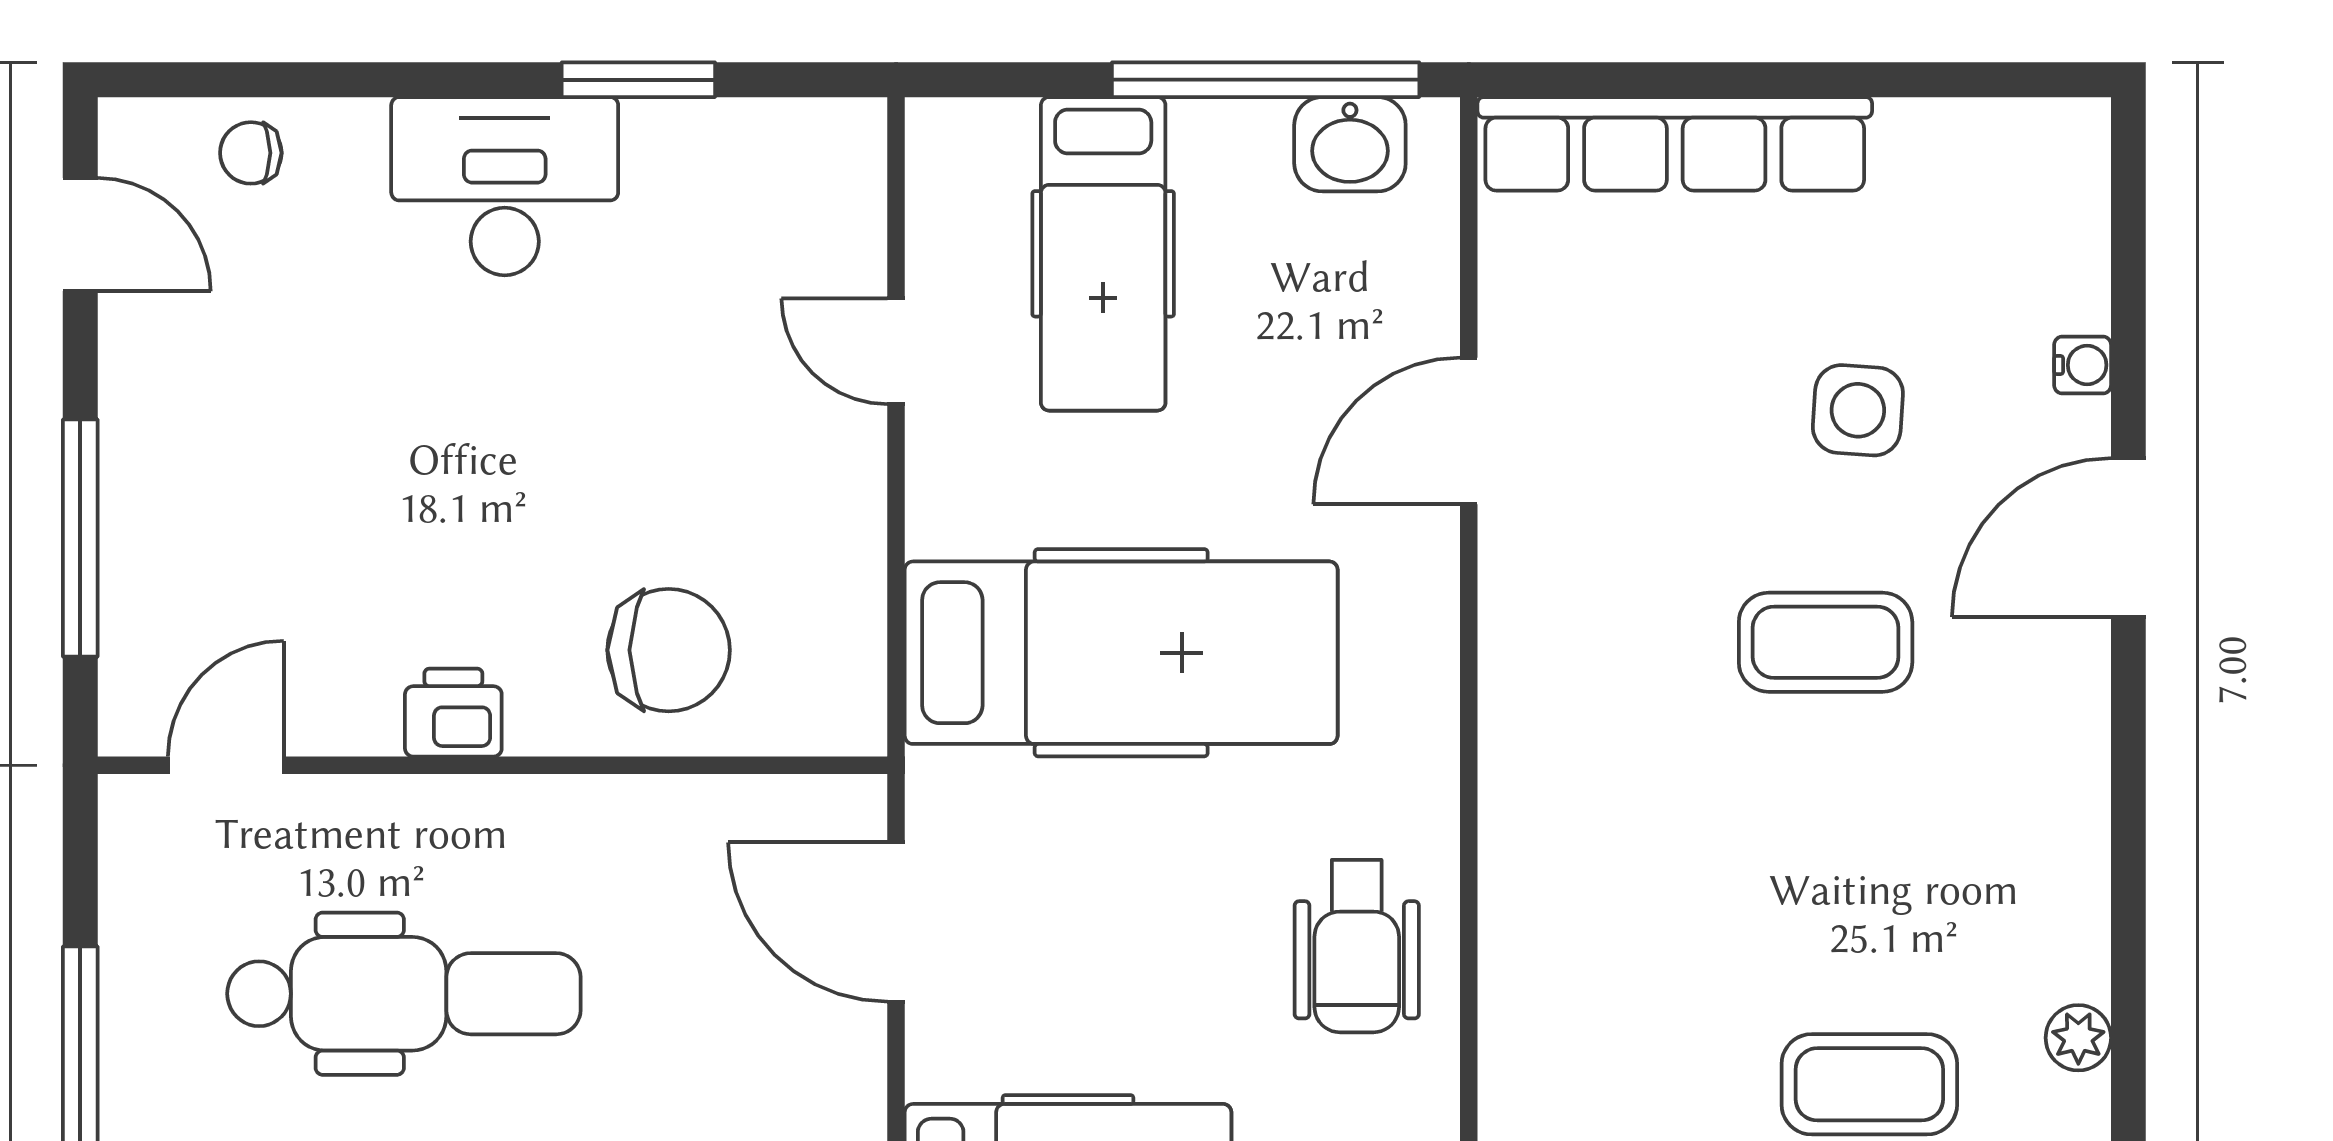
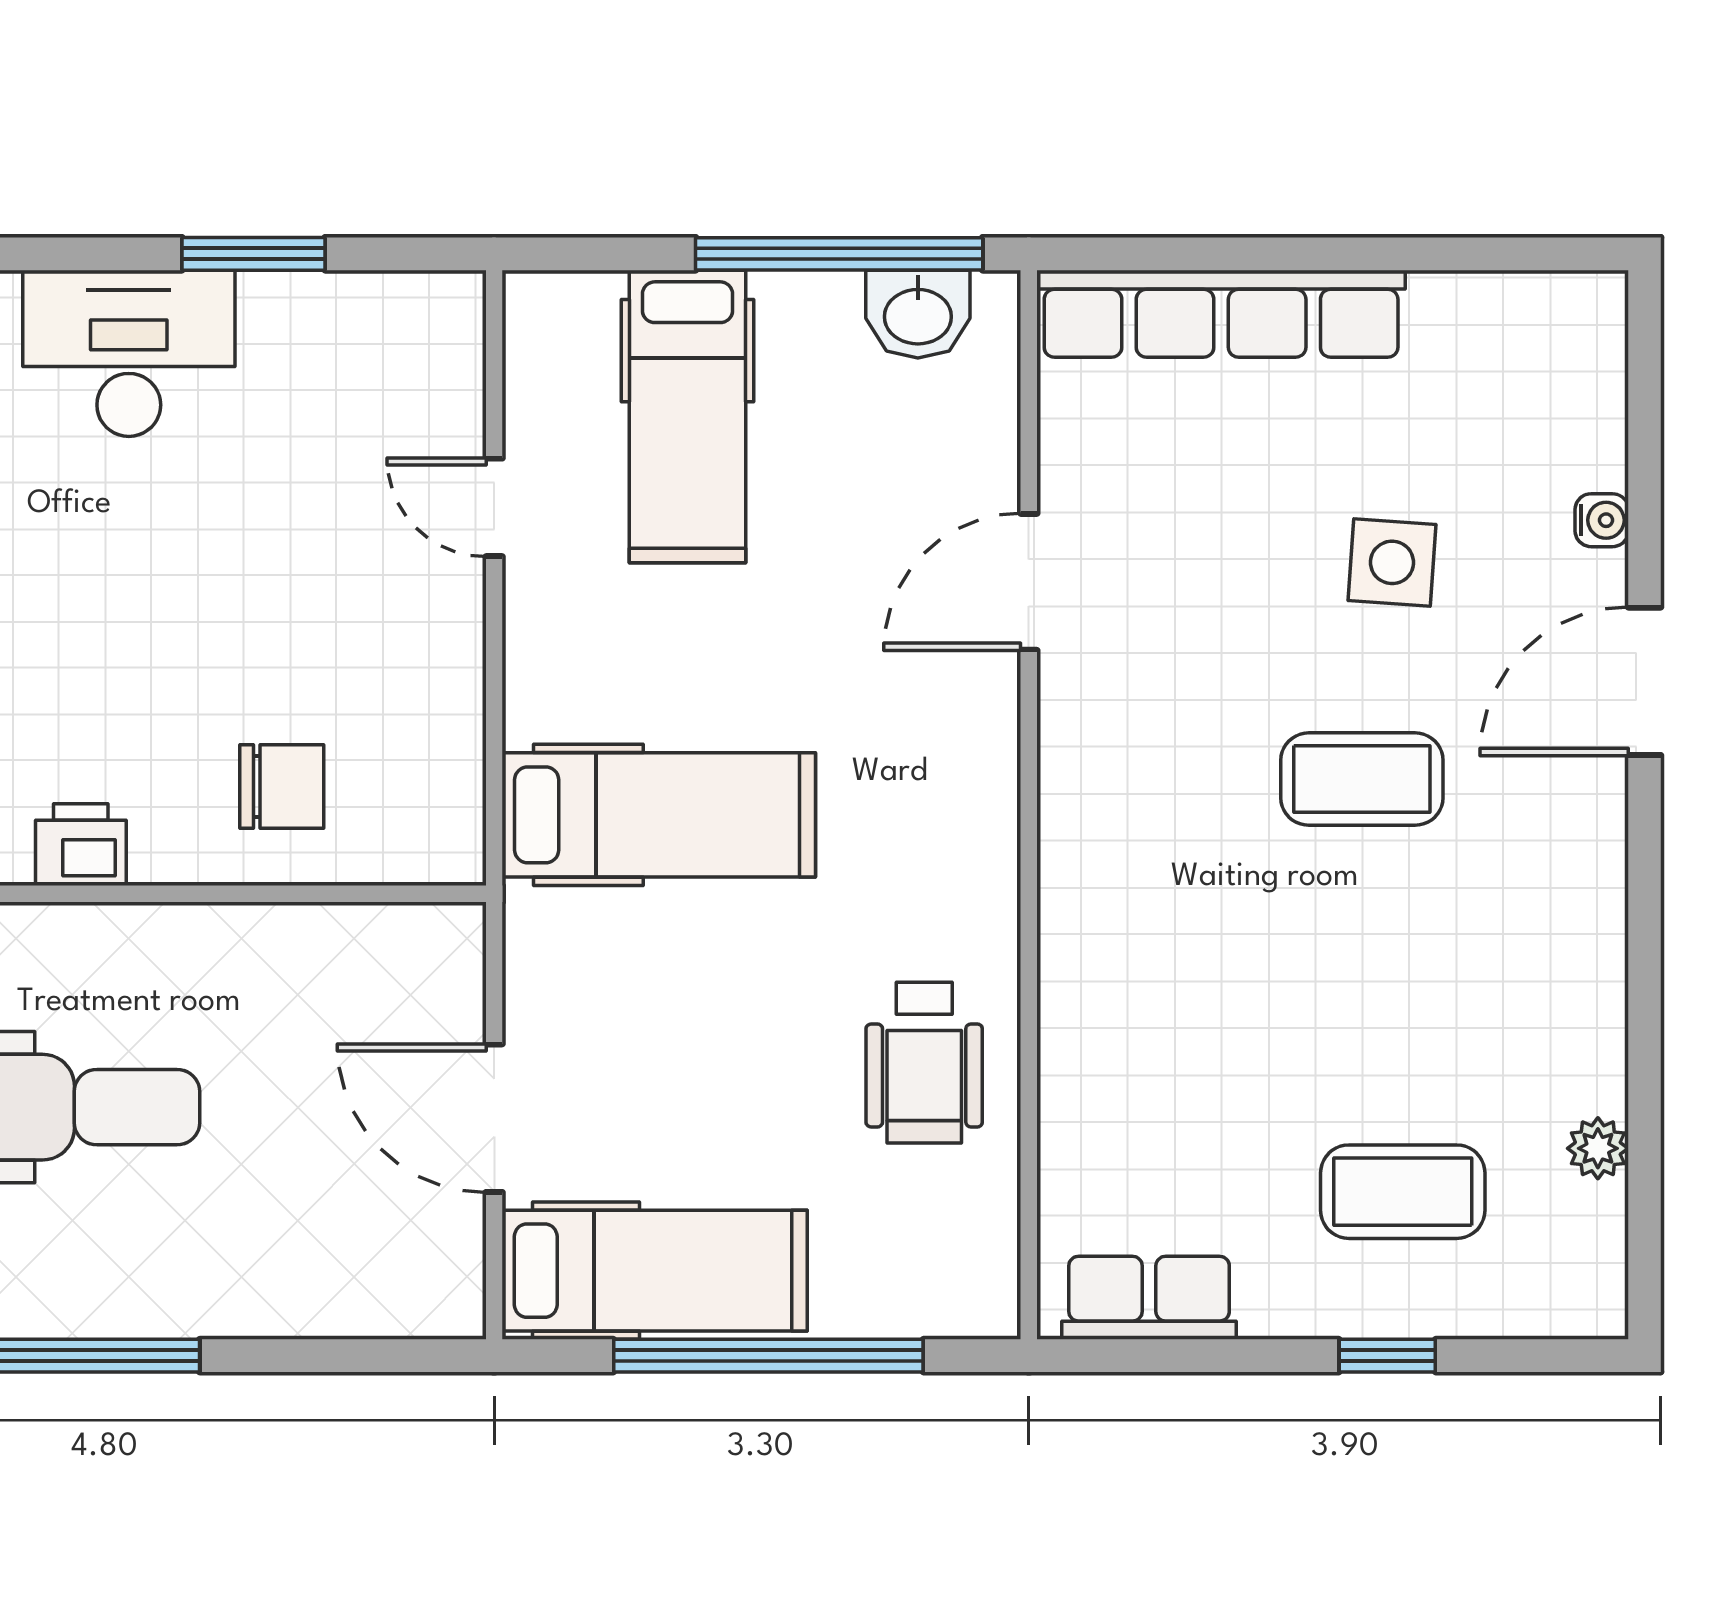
chair: (669, 650) -> (282, 786), width x0.73, depth x0.73
hospital bed: (1121, 653) -> (659, 815), width x0.73, depth x0.78
door: (896, 922) -> (494, 1118), moved

